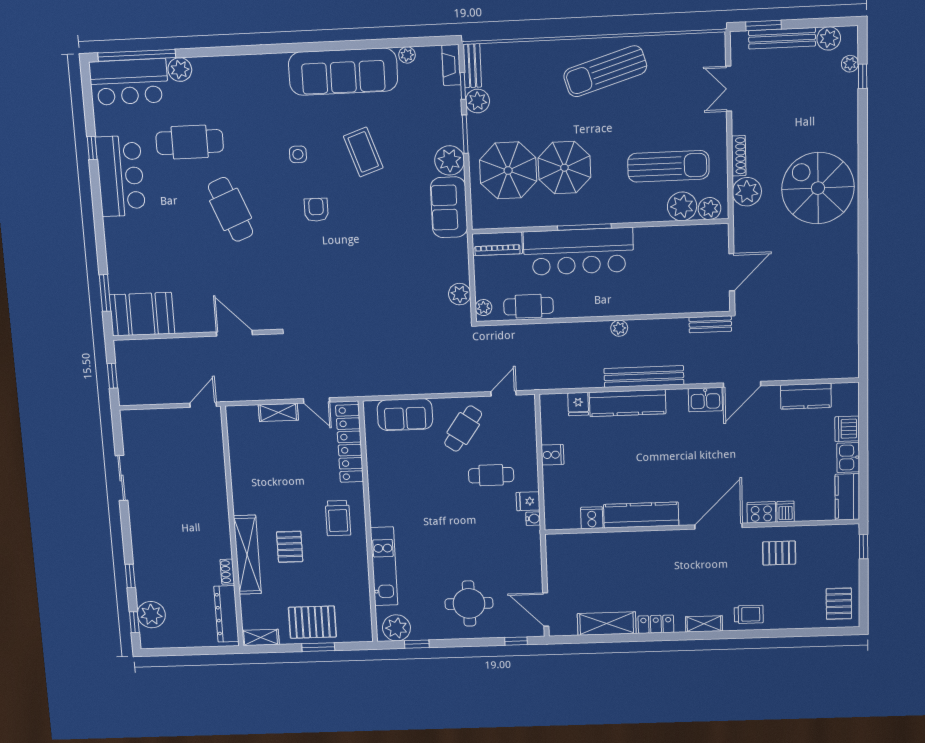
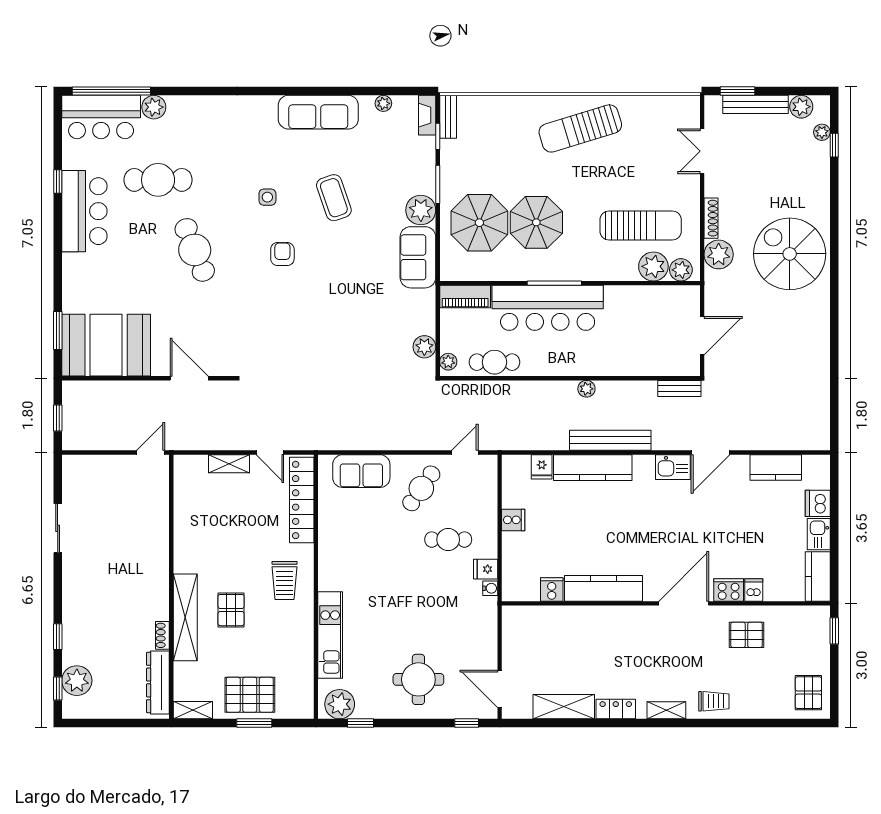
sofa: (343, 72) -> (318, 112), width x0.74, depth x0.79
plant: (477, 101) -> (452, 152), removed
booth: (142, 314) -> (106, 345), width x1.36, depth x1.42

